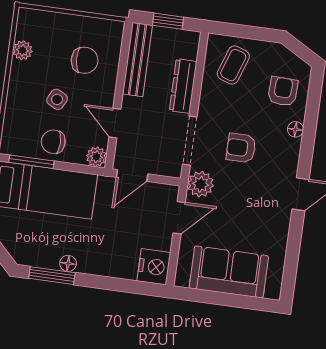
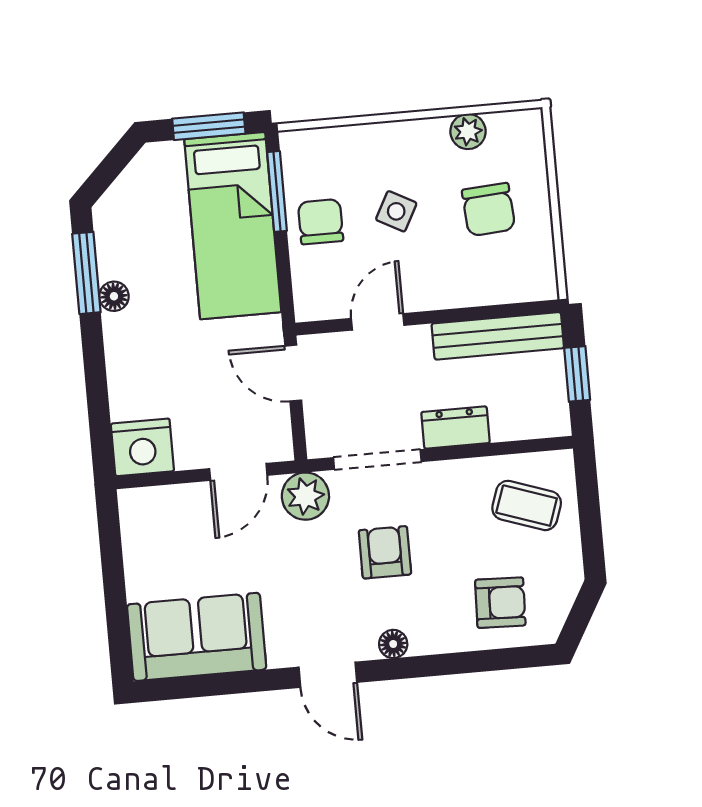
chair: (85, 60) -> (489, 210), moved
dresser: (183, 86) -> (455, 428), width x0.70
floor lamp: (295, 129) -> (393, 644), moved
plant: (96, 157) -> (312, 303), removed
door: (179, 218) -> (238, 472), hinge flipped
sofa: (229, 272) -> (197, 637), moved, turned -90

